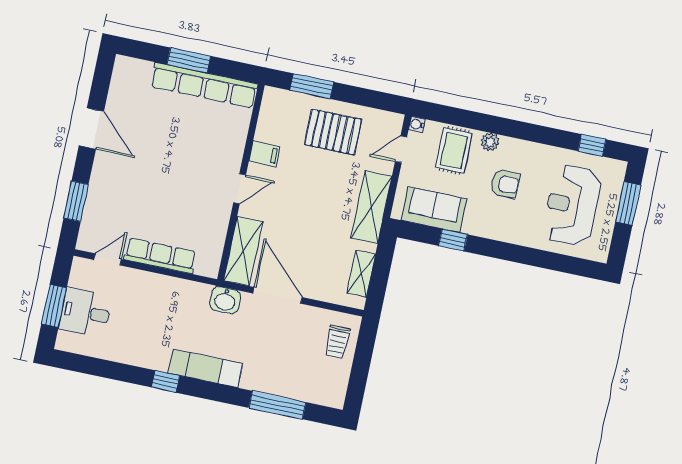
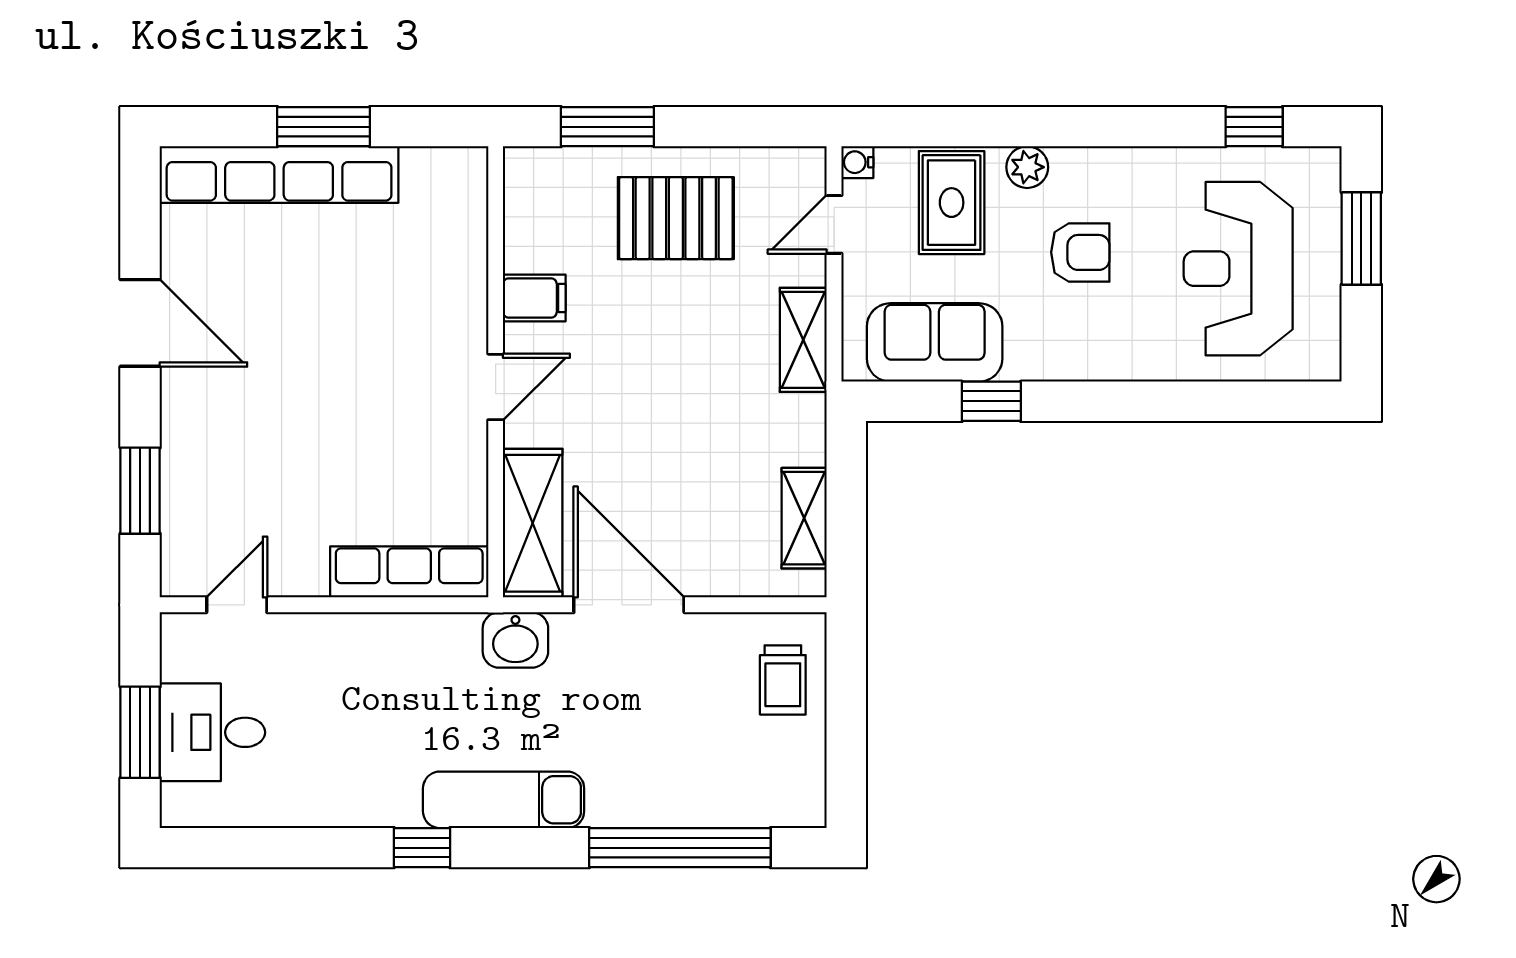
row of seats: (204, 85) -> (279, 175), moved
shelving: (371, 207) -> (803, 340), width x0.67, depth x0.75
row of seats: (160, 256) -> (409, 572), moved
window: (277, 405) -> (680, 848), width x1.46

